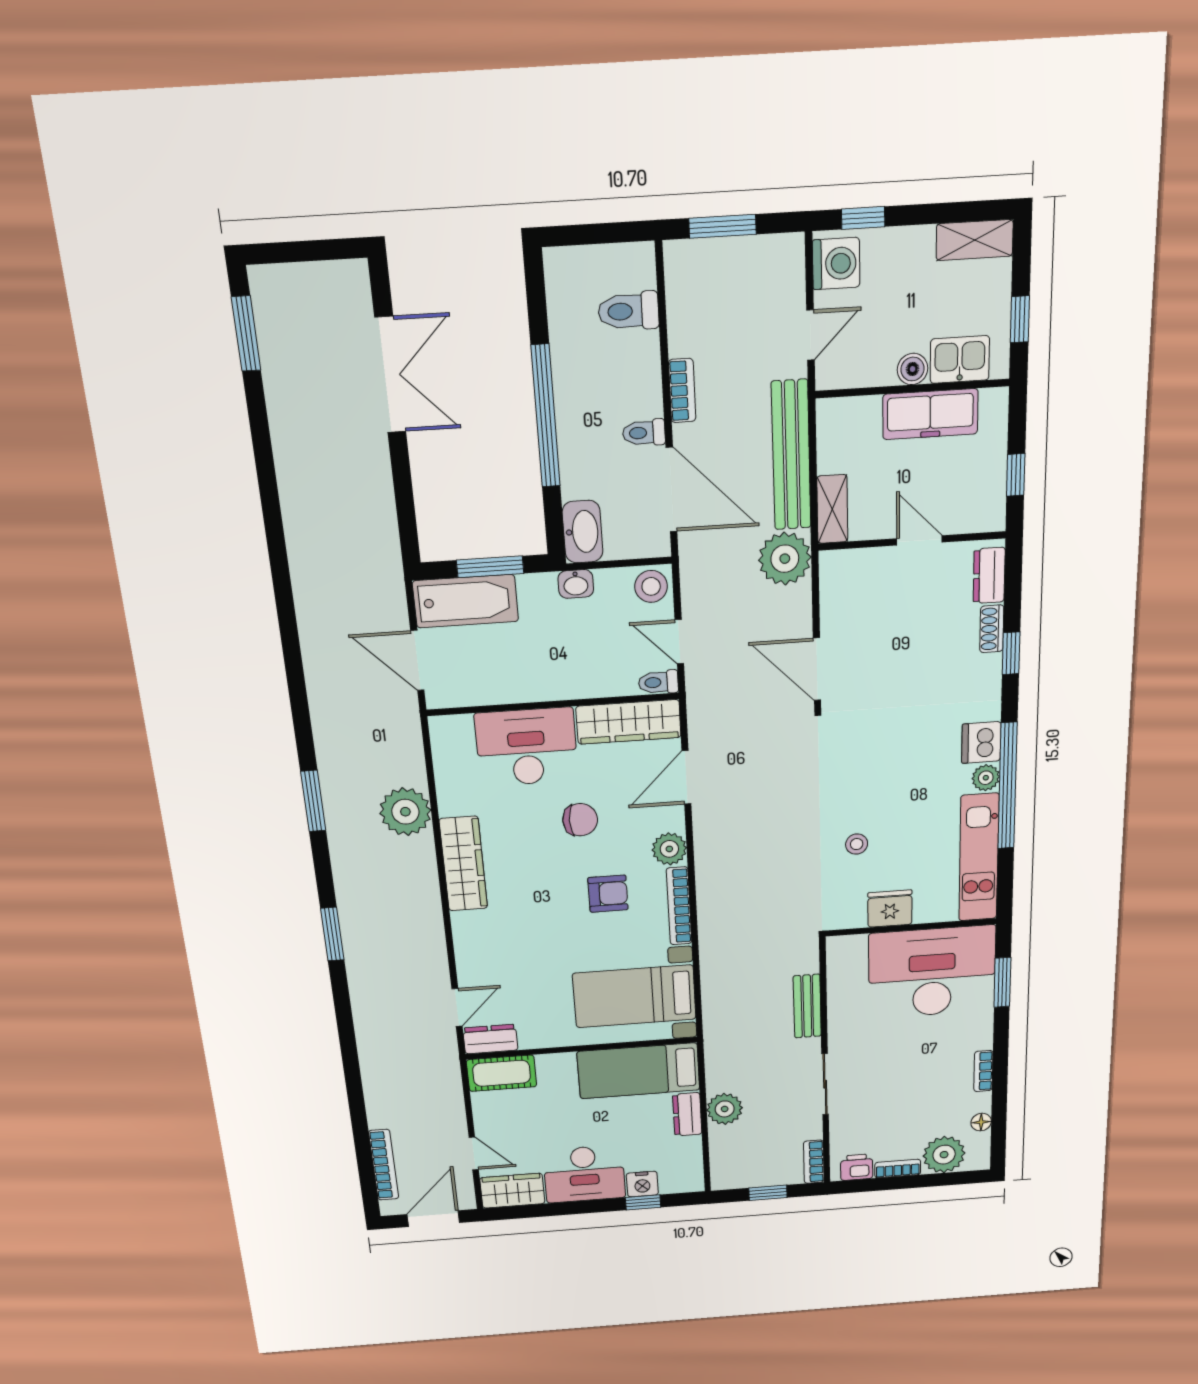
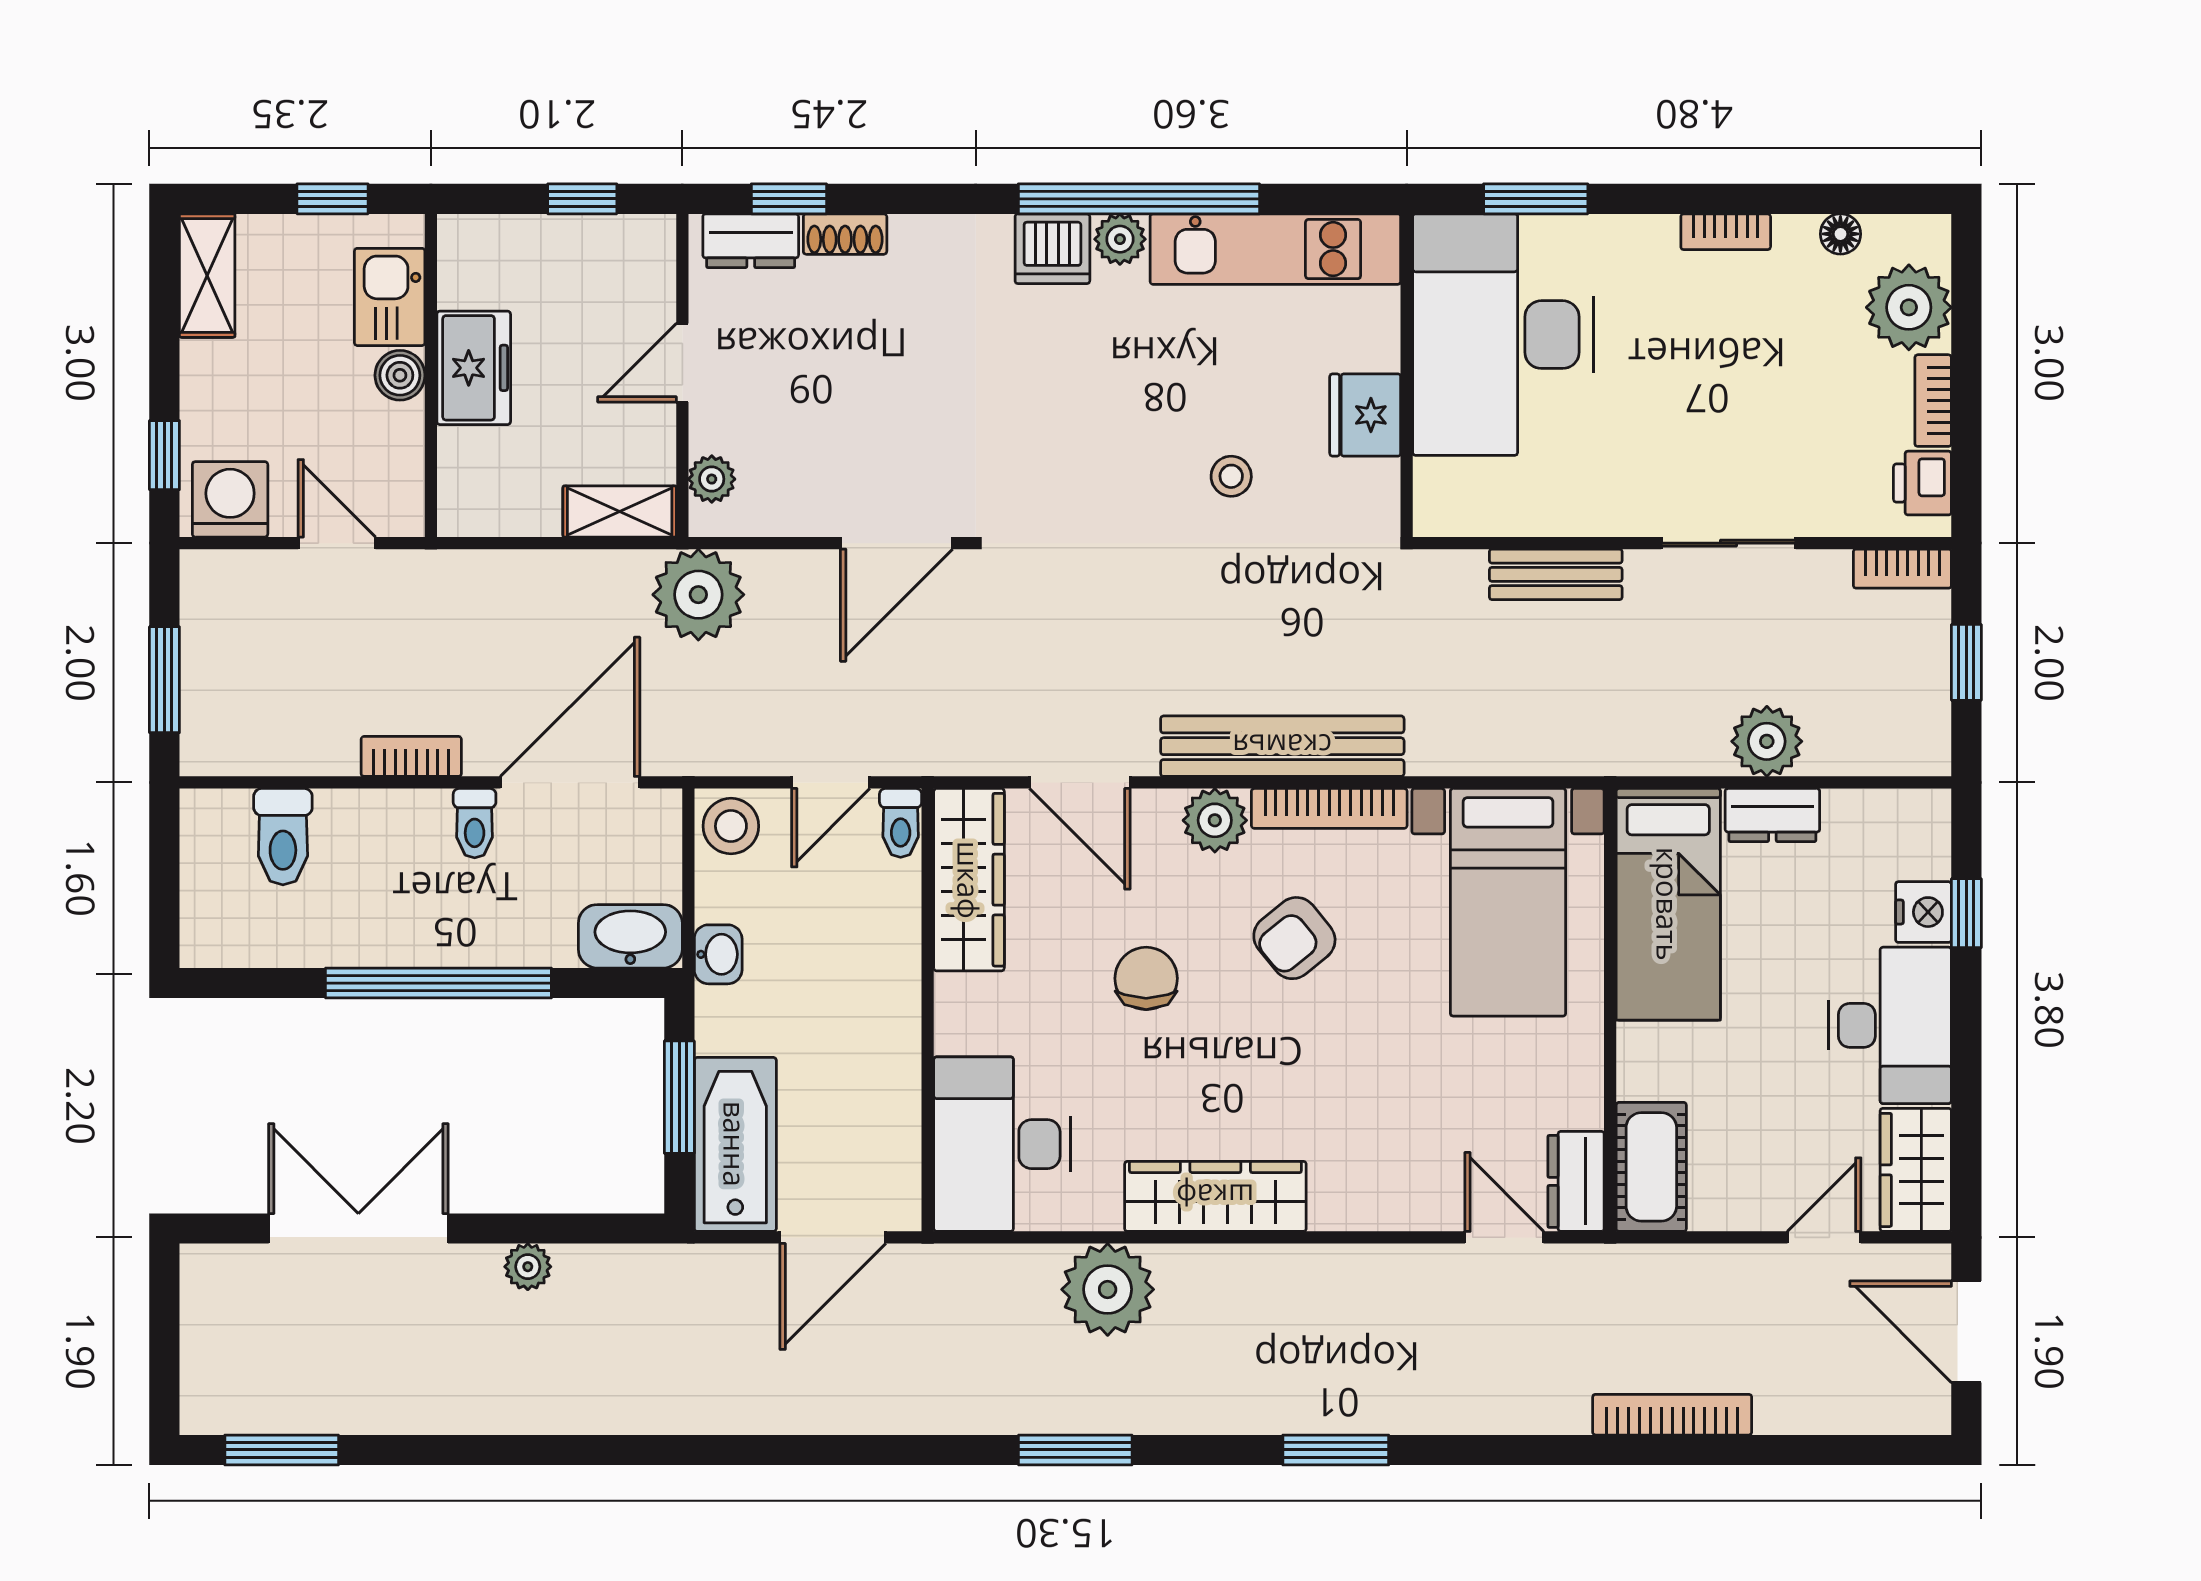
freezer: (930, 414) -> (474, 368), width x0.71
bench: (791, 455) -> (1282, 746), moved
plant: (379, 482) -> (528, 1267), added
plant: (852, 562) -> (712, 479), added
window: (1011, 653) -> (789, 199), moved
desk: (527, 747) -> (1002, 1144), moved
armchair: (608, 894) -> (1294, 938), turned -129
bookcase: (384, 1165) -> (1672, 1415), moved

